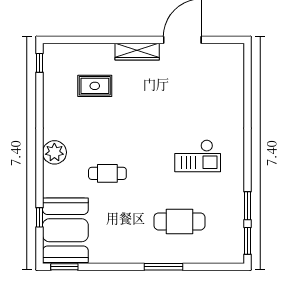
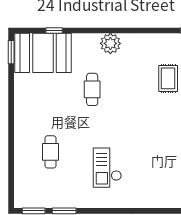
cafe table: (179, 221) -> (50, 152), width x0.73, depth x0.74
window: (163, 267) -> (11, 138), removed

